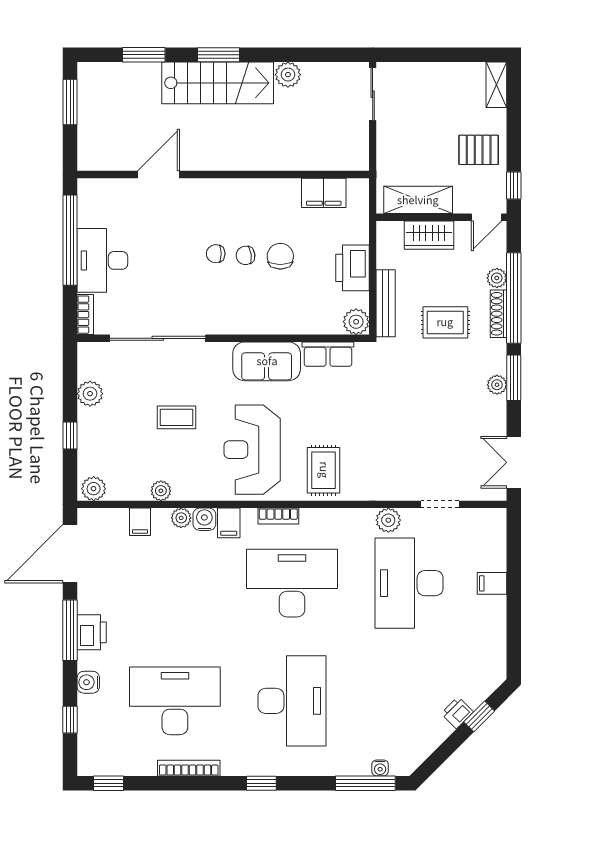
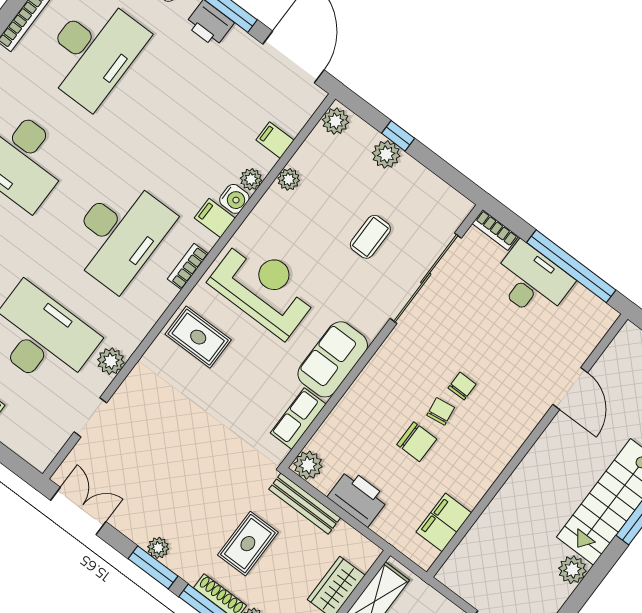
plant: (90, 394) -> (386, 154), moved
coffee table: (177, 417) -> (370, 237), moved

